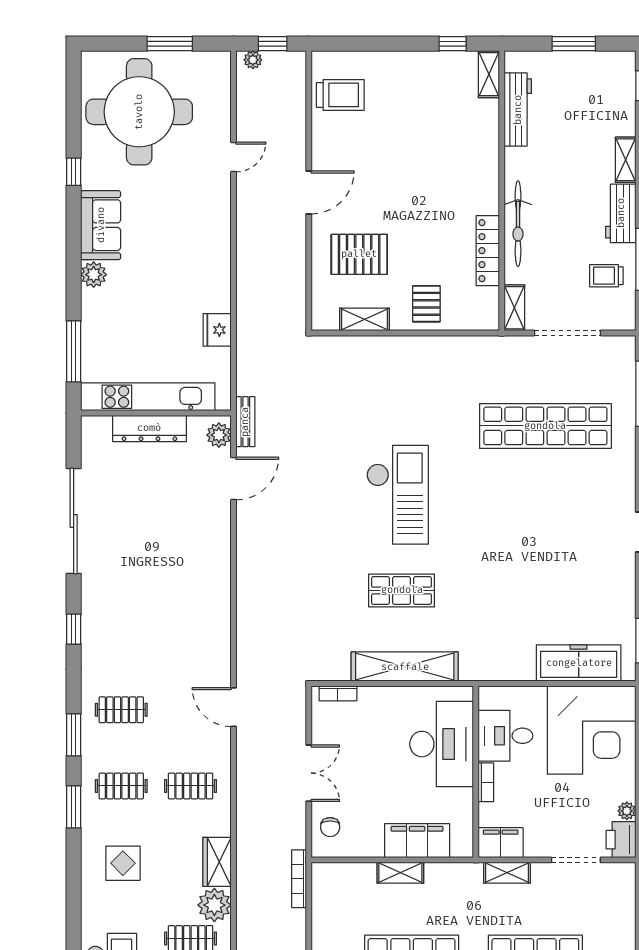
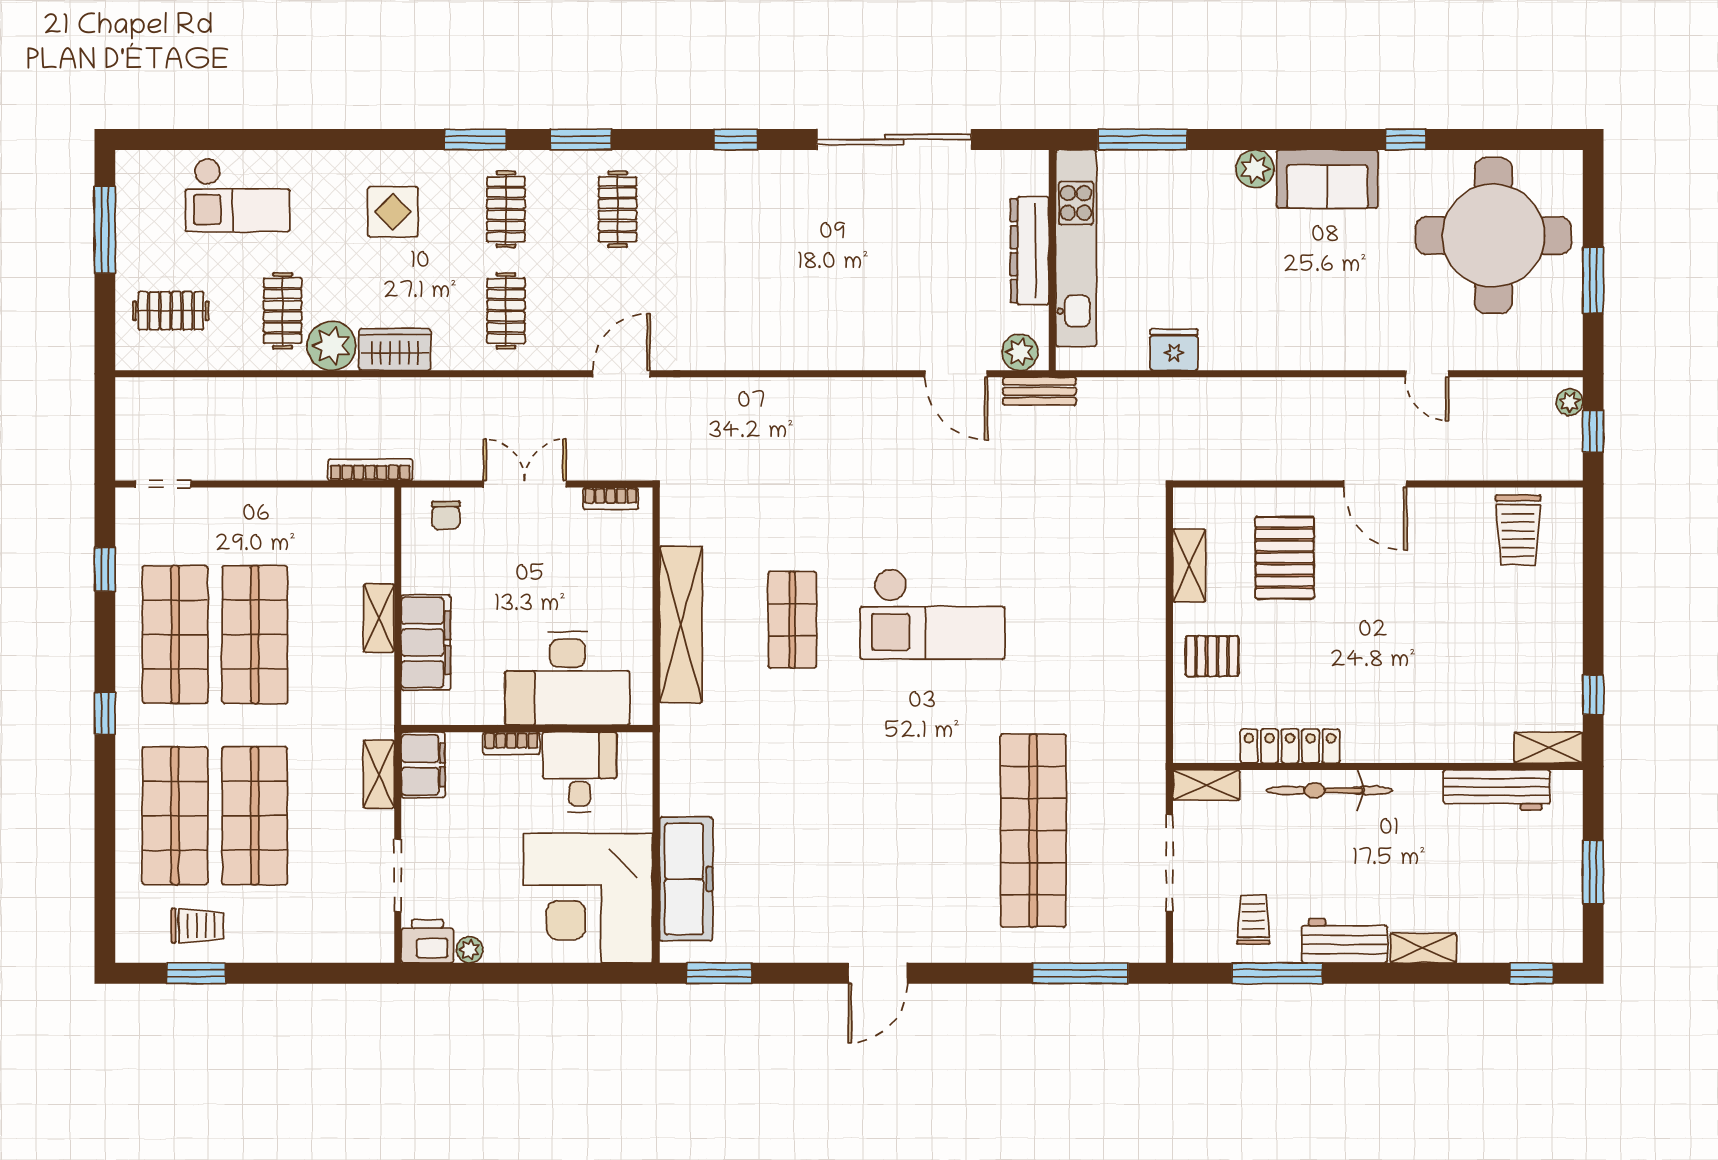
bookcase: (338, 693) -> (611, 498), moved, turned -90
double door: (309, 773) -> (525, 484), swing flipped
chair: (330, 827) -> (446, 515), turned -90

